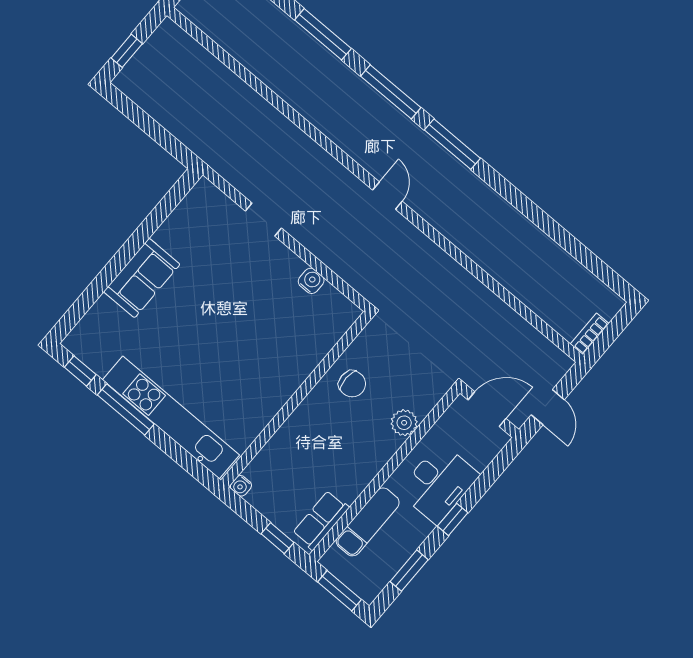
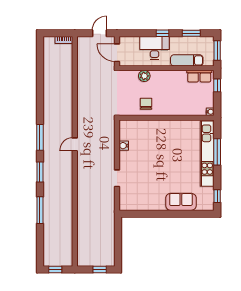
window: (391, 92) -> (40, 172), width x0.69
sofa: (142, 278) -> (181, 202), moved
window: (126, 410) -> (217, 152), moved

